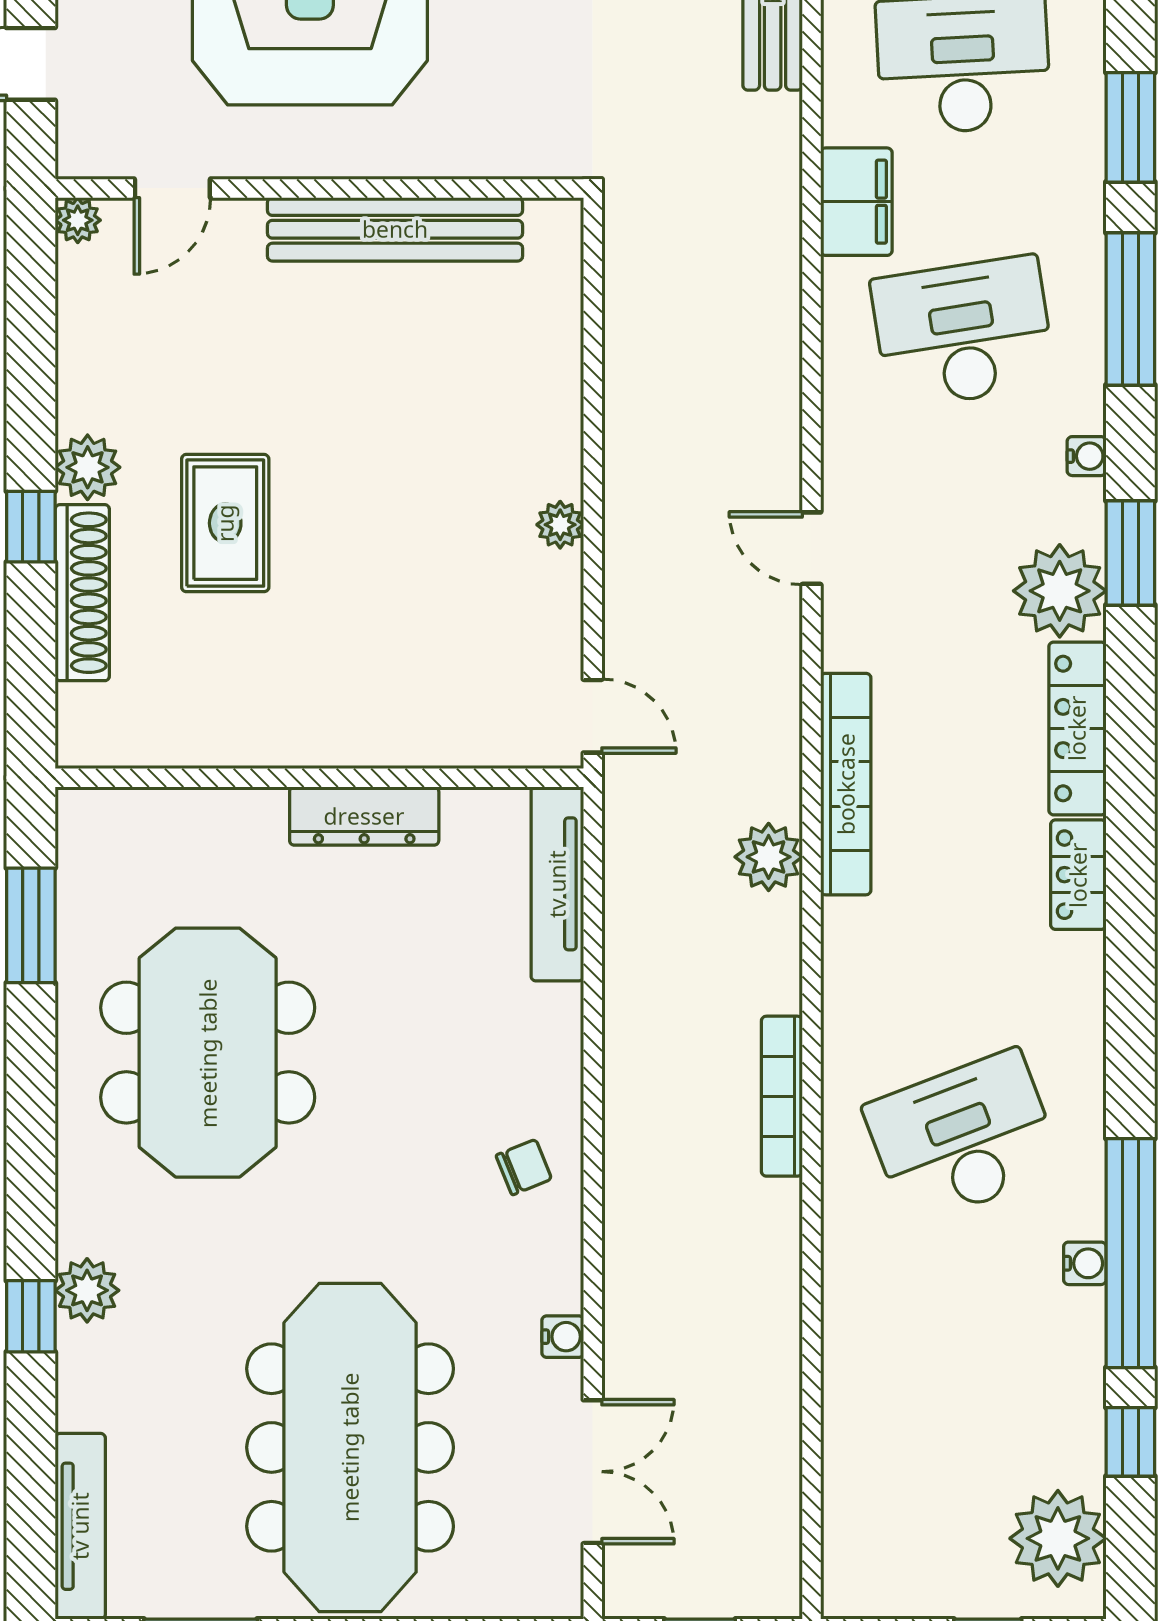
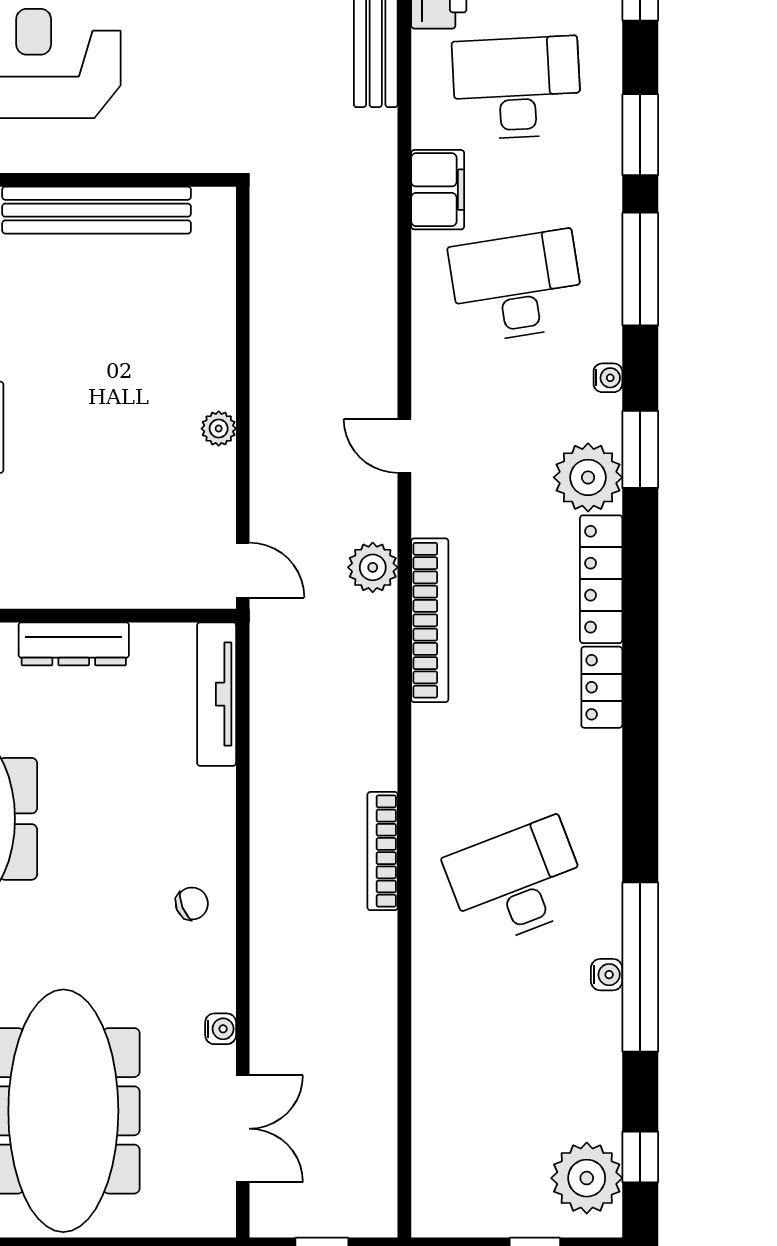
plant: (769, 857) -> (373, 567), moved
window: (1130, 1442) -> (640, 1157), moved

